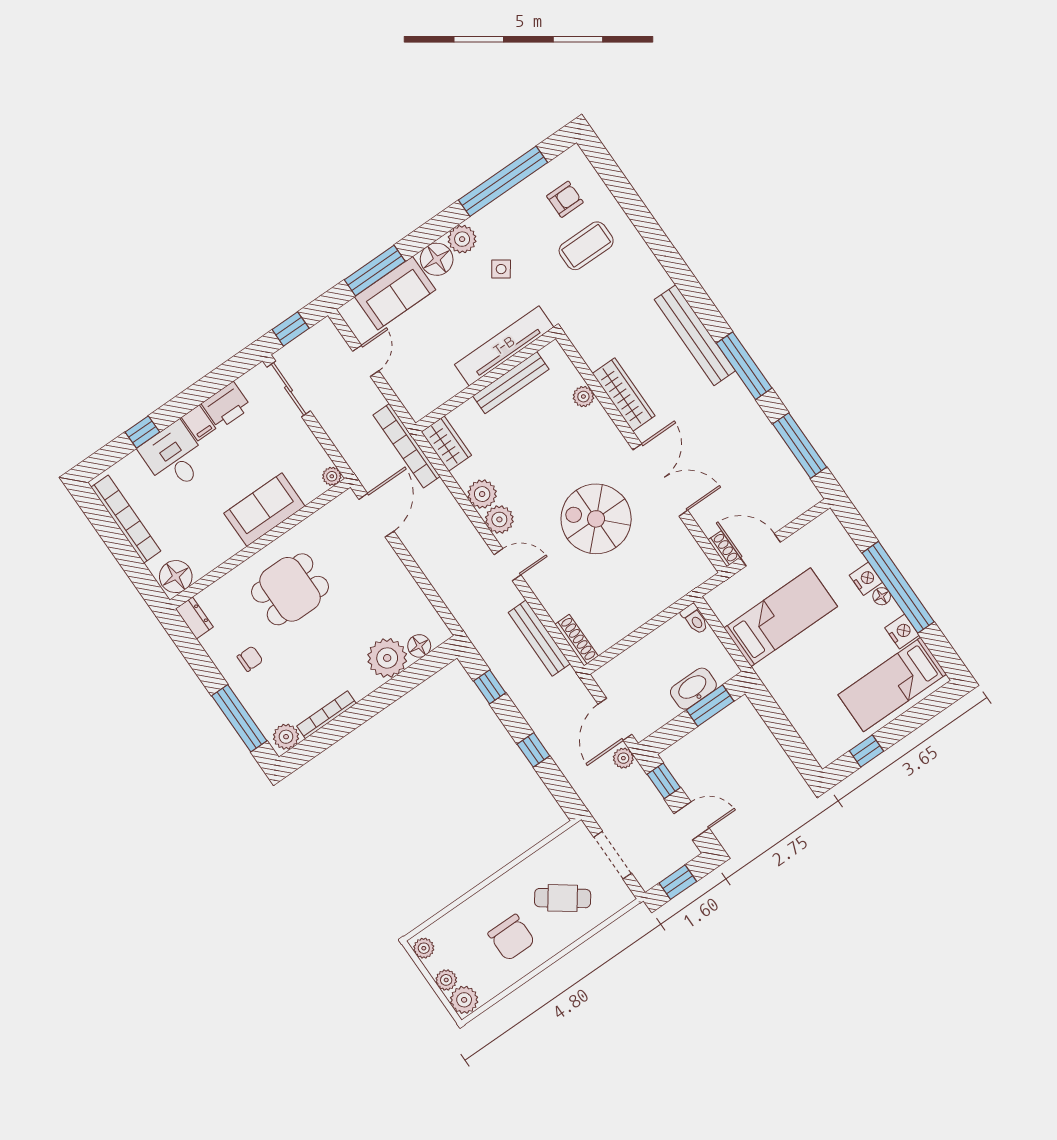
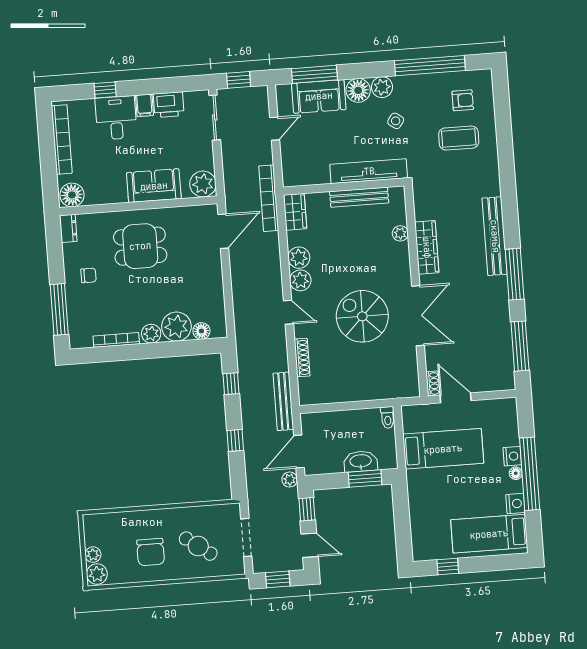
plant: (332, 476) -> (203, 184), width x1.88, depth x1.88
bench: (539, 638) -> (283, 401), moved
shoe rack: (577, 640) -> (302, 358), moved
plant: (286, 737) -> (151, 334), moved
plant: (424, 948) -> (91, 526), removed

